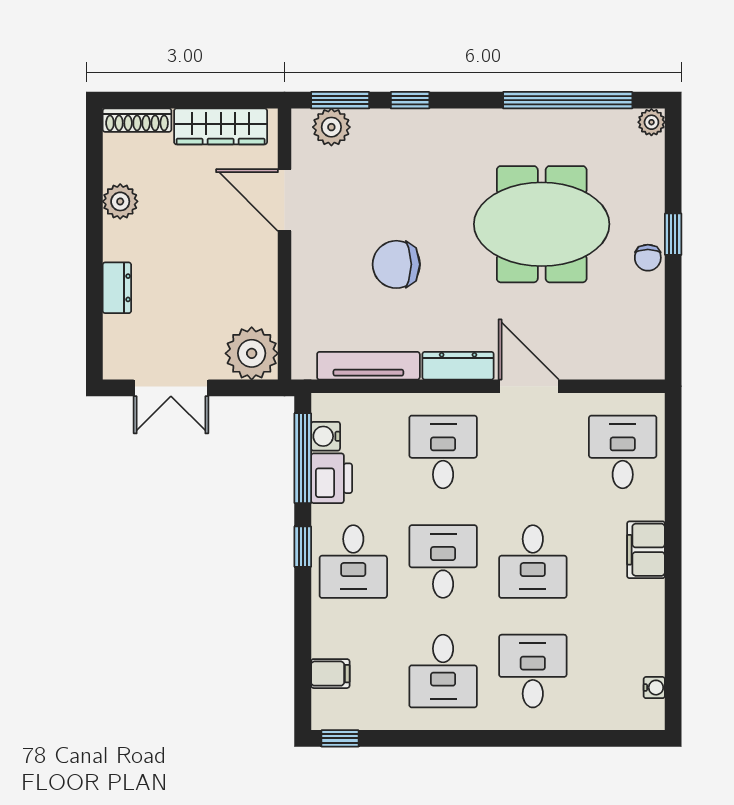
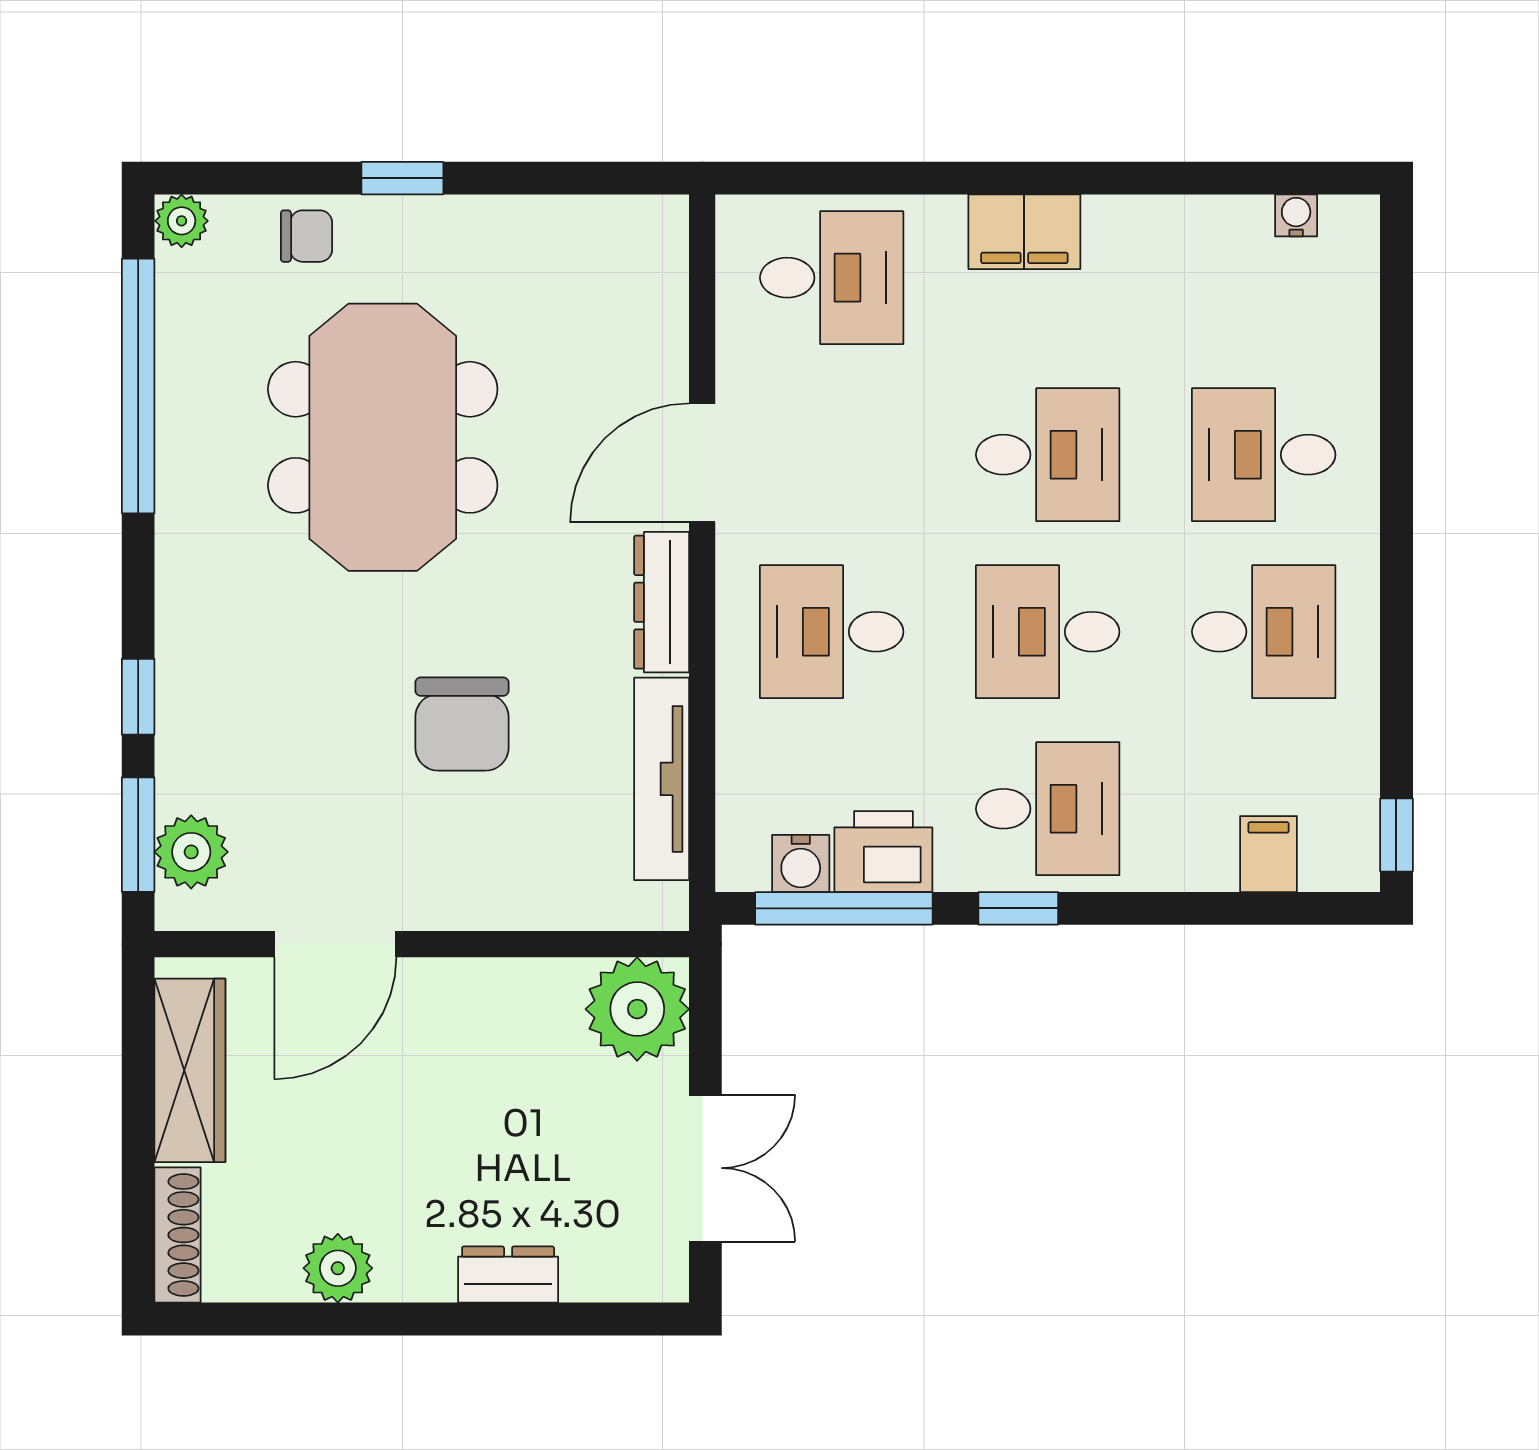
chair: (648, 258) -> (306, 236), moved
desk: (623, 452) -> (832, 278), turned 180

